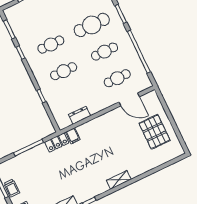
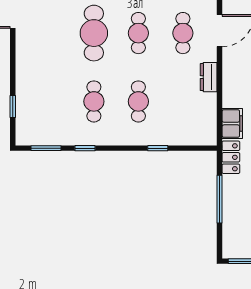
dresser: (79, 115) -> (209, 77), moved
filing cabinet: (73, 136) -> (232, 124), width x2.00

